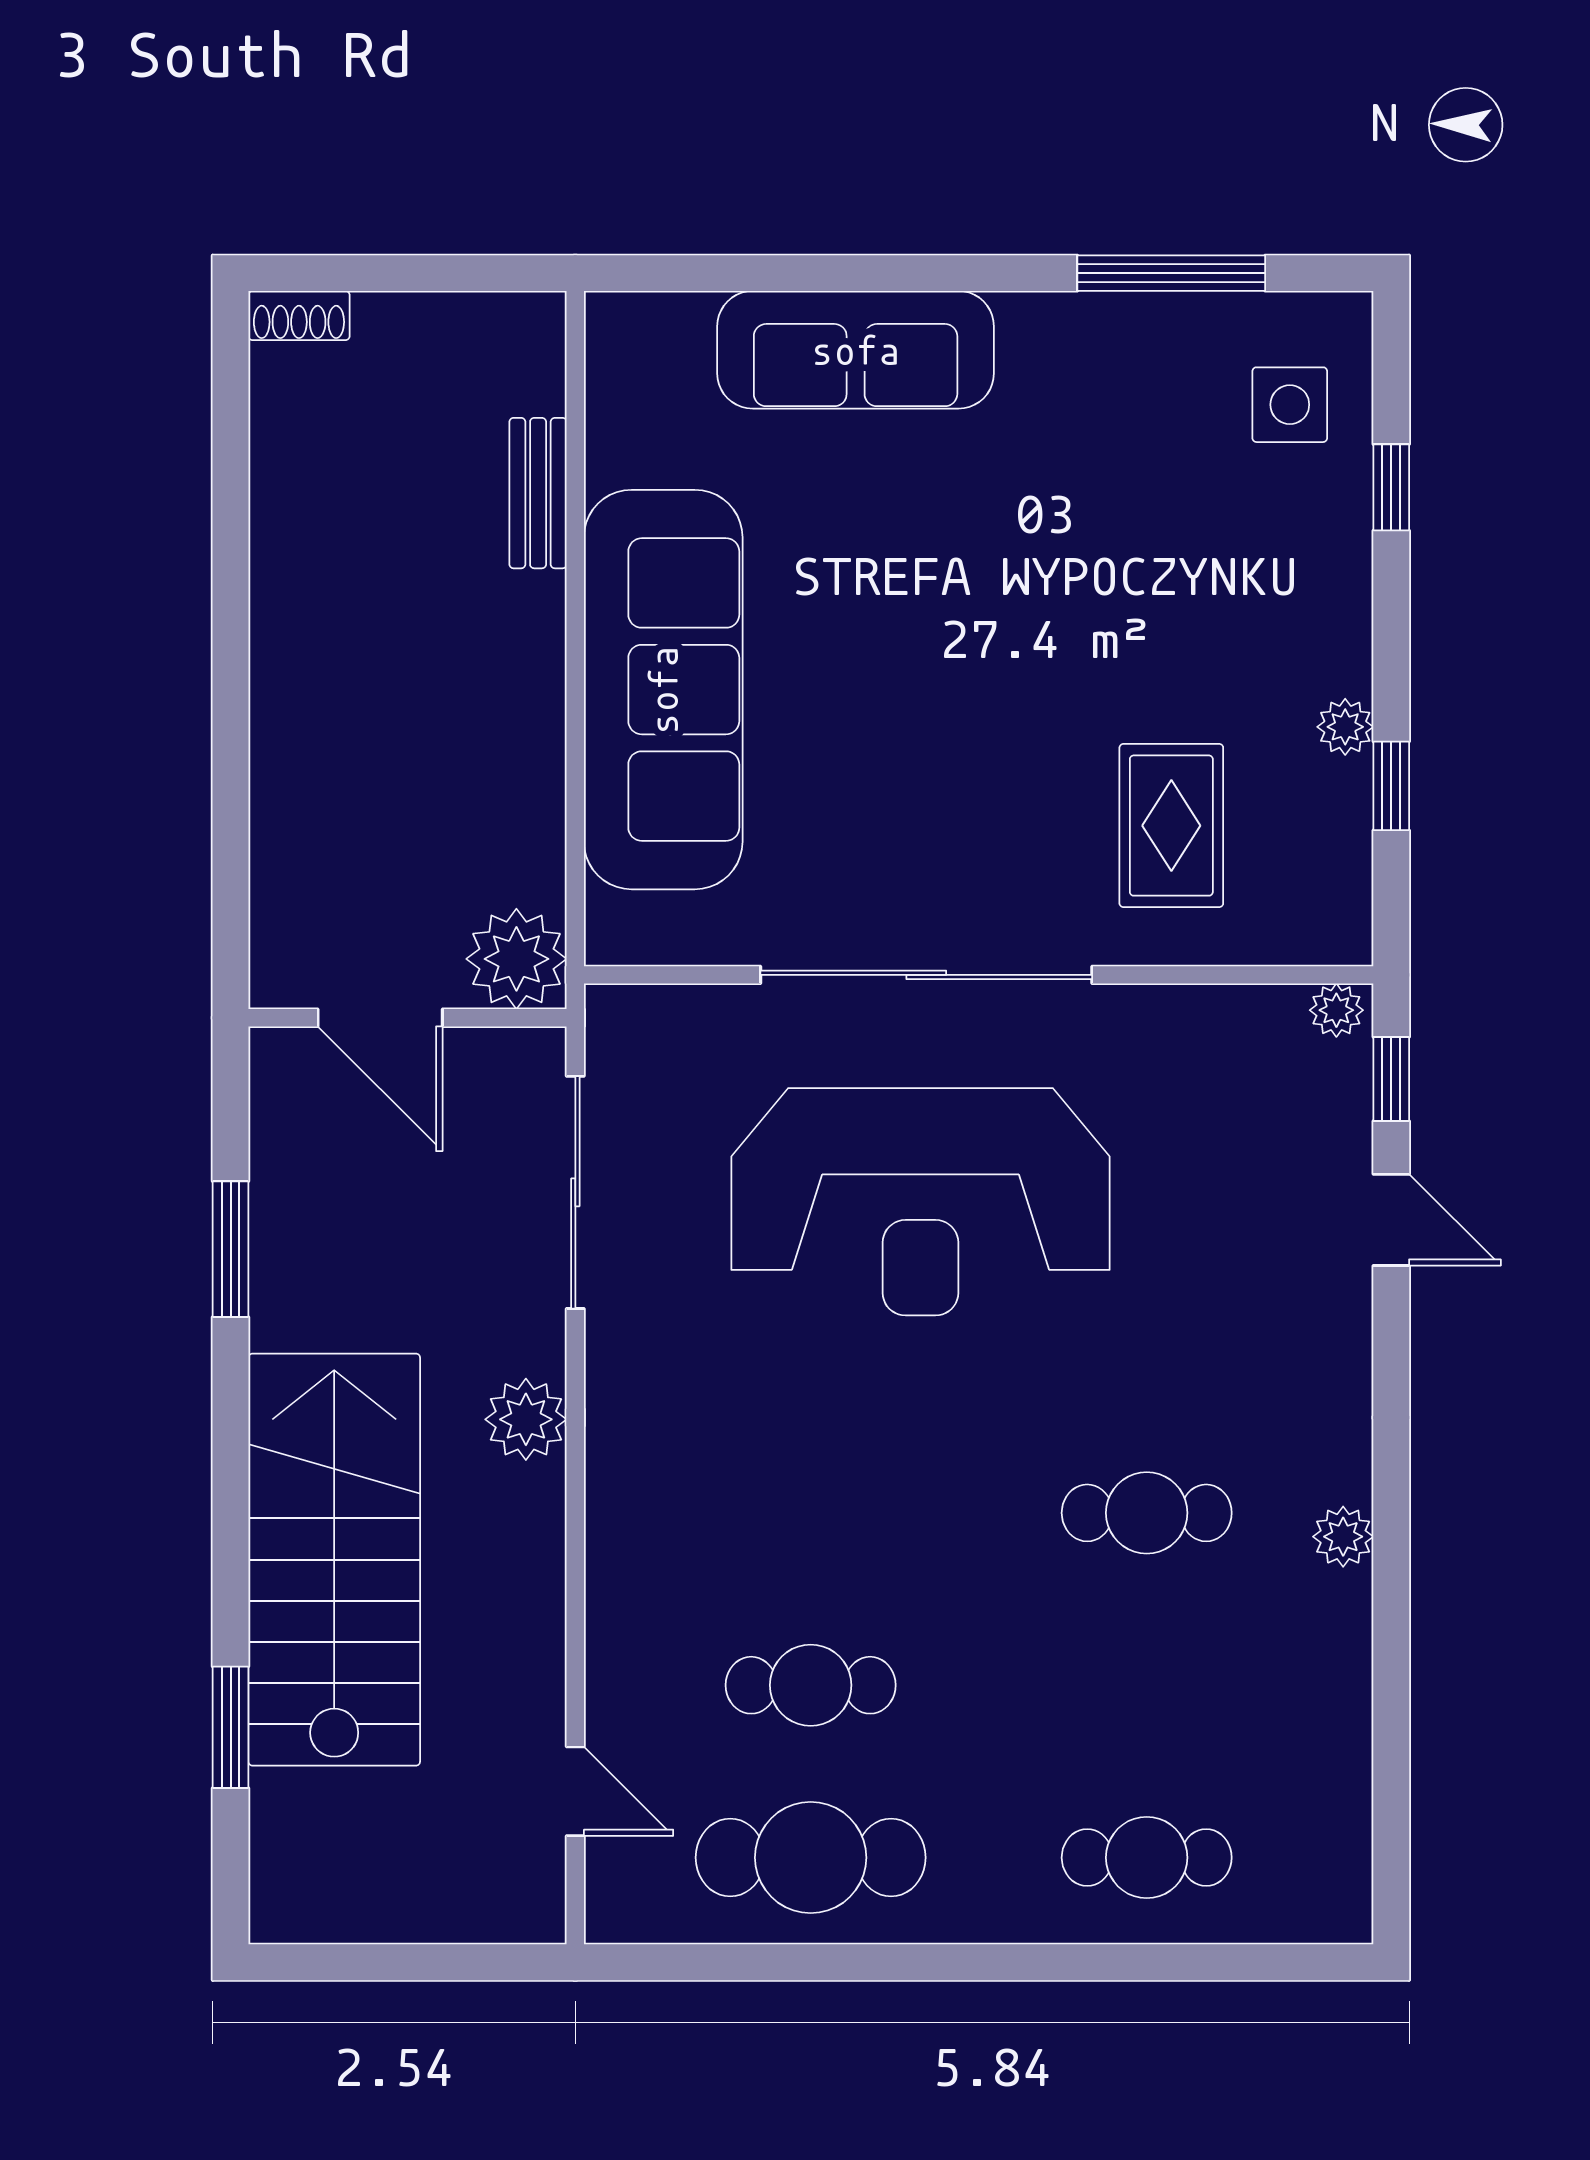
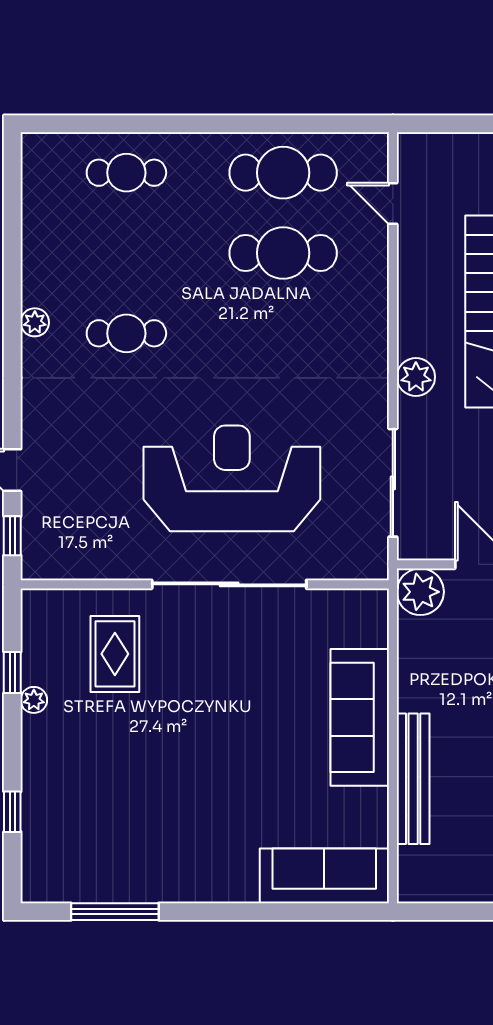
sofa: (856, 350) -> (324, 876), moved
side table: (1290, 405) -> (60, 850), removed
bench: (538, 493) -> (413, 779), width x1.86, depth x1.21
sofa: (663, 690) -> (360, 717), width x0.74, depth x0.79
plant: (1336, 1010) -> (38, 568), removed
cafe table: (811, 1685) -> (283, 253), width x1.37, depth x1.35

